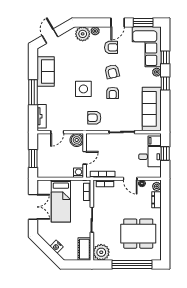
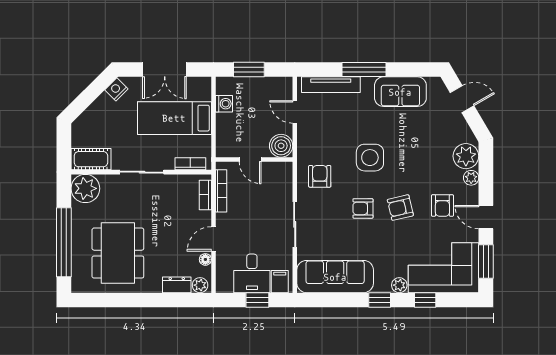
tv unit: (42, 116) -> (331, 85), width x1.41
washing machine: (79, 173) -> (224, 104), moved
nightstand: (57, 247) -> (116, 89), moved

